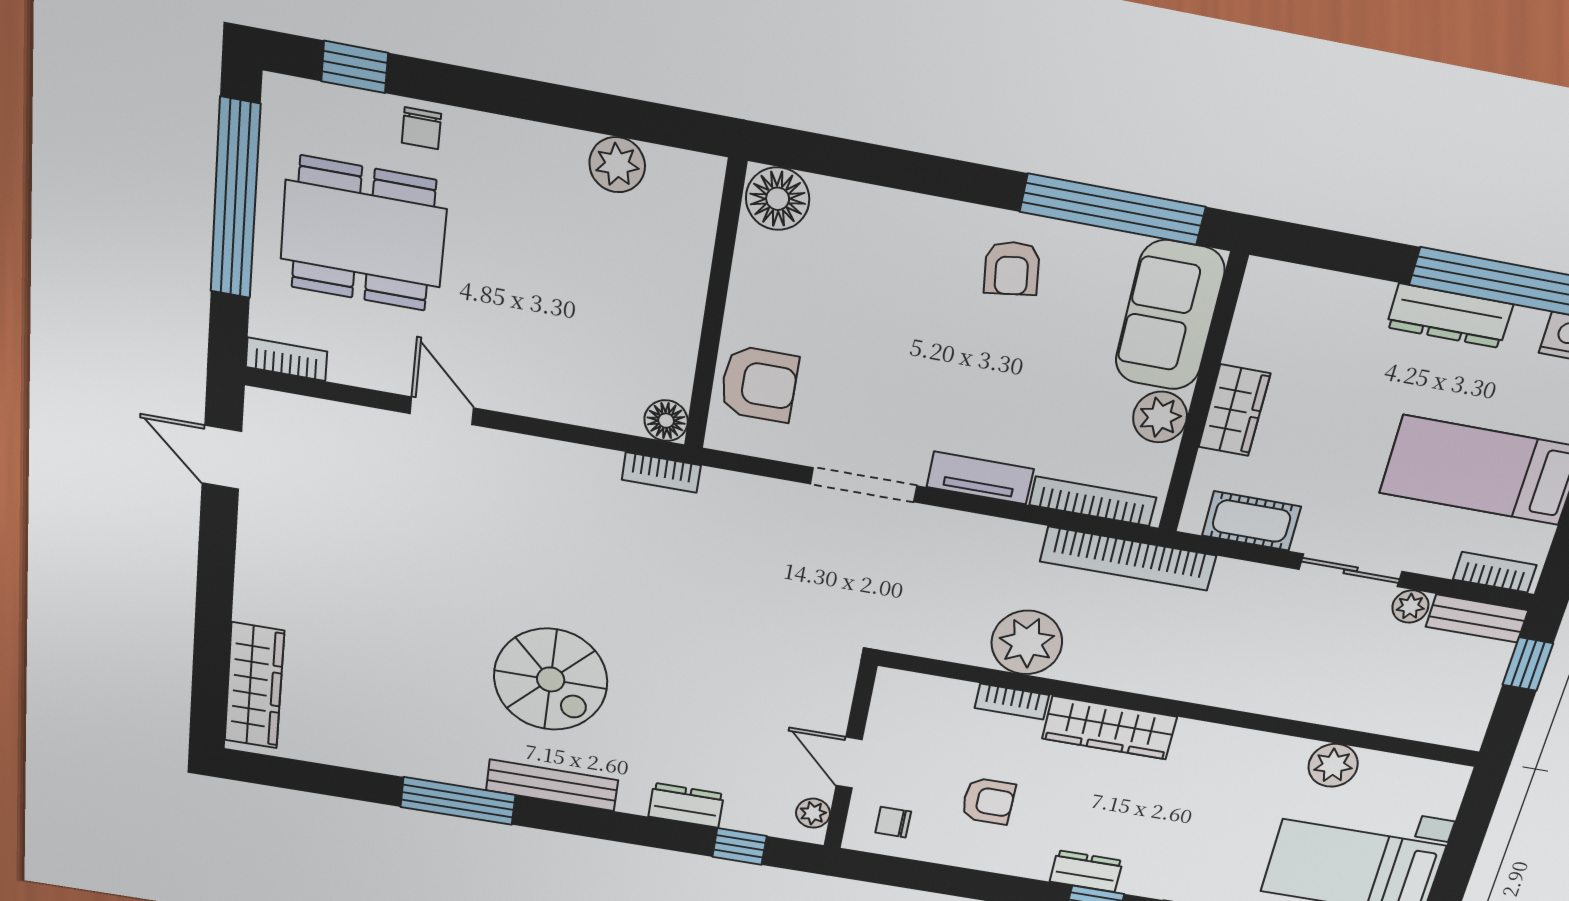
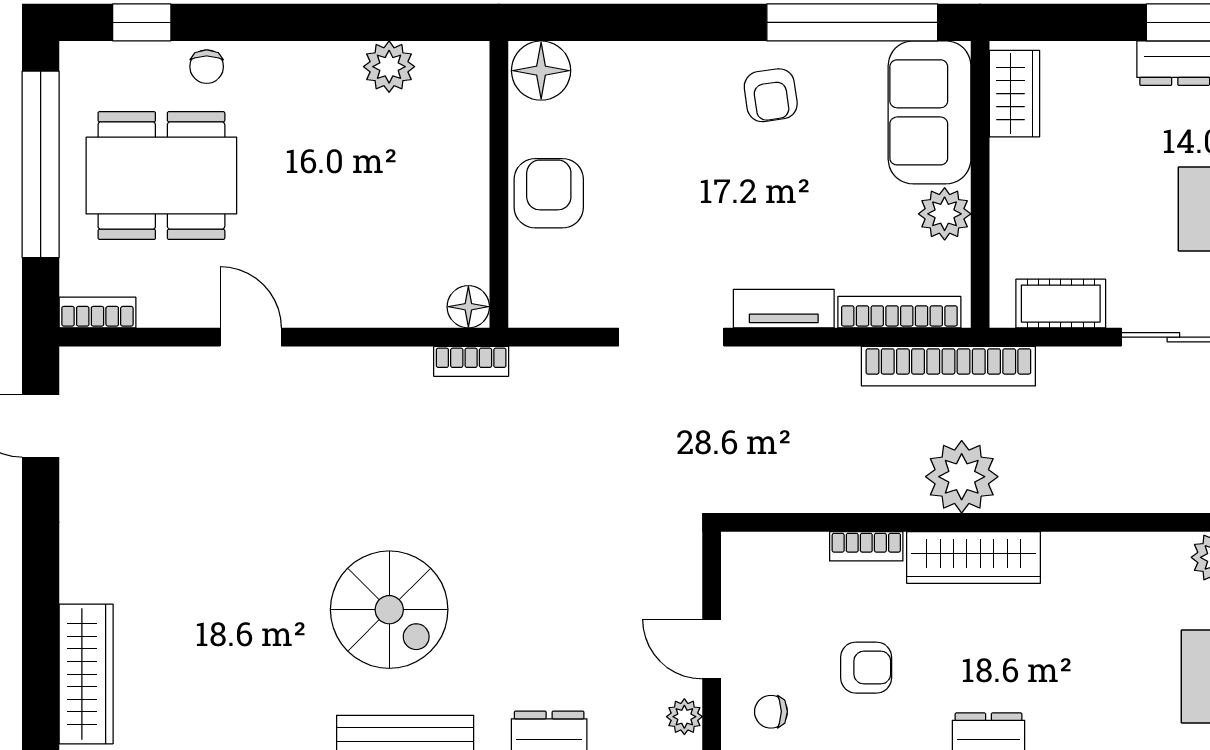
armchair: (759, 384) -> (549, 193), moved, turned -90
wardrobe: (1234, 410) -> (1014, 94), moved
plant: (1027, 642) -> (962, 477), moved

